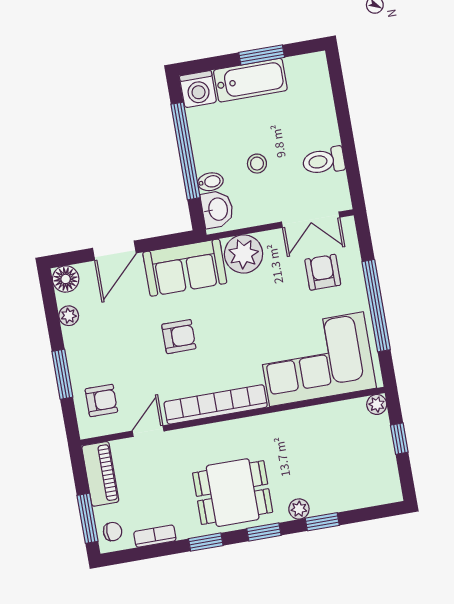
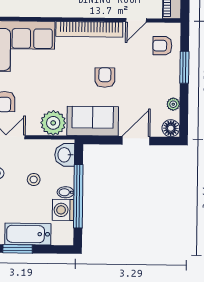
washing machine: (198, 89) -> (63, 210), moved, turned -90
bidet: (210, 182) -> (66, 192), moved
armchair: (179, 337) -> (105, 77), turned 90

